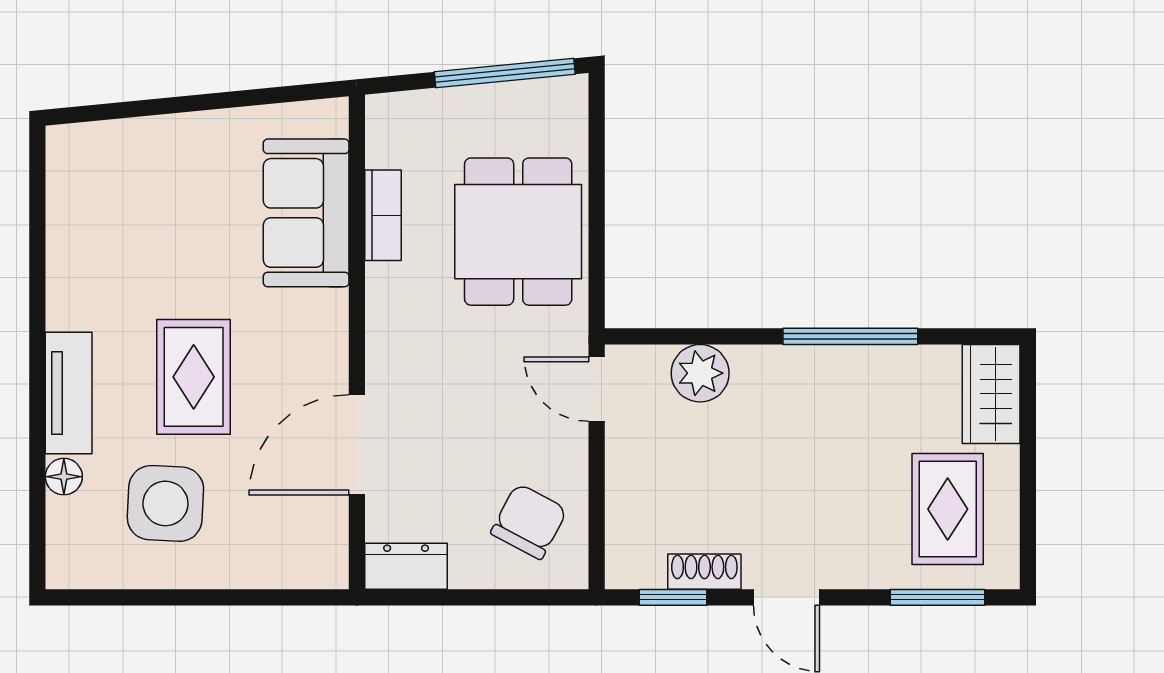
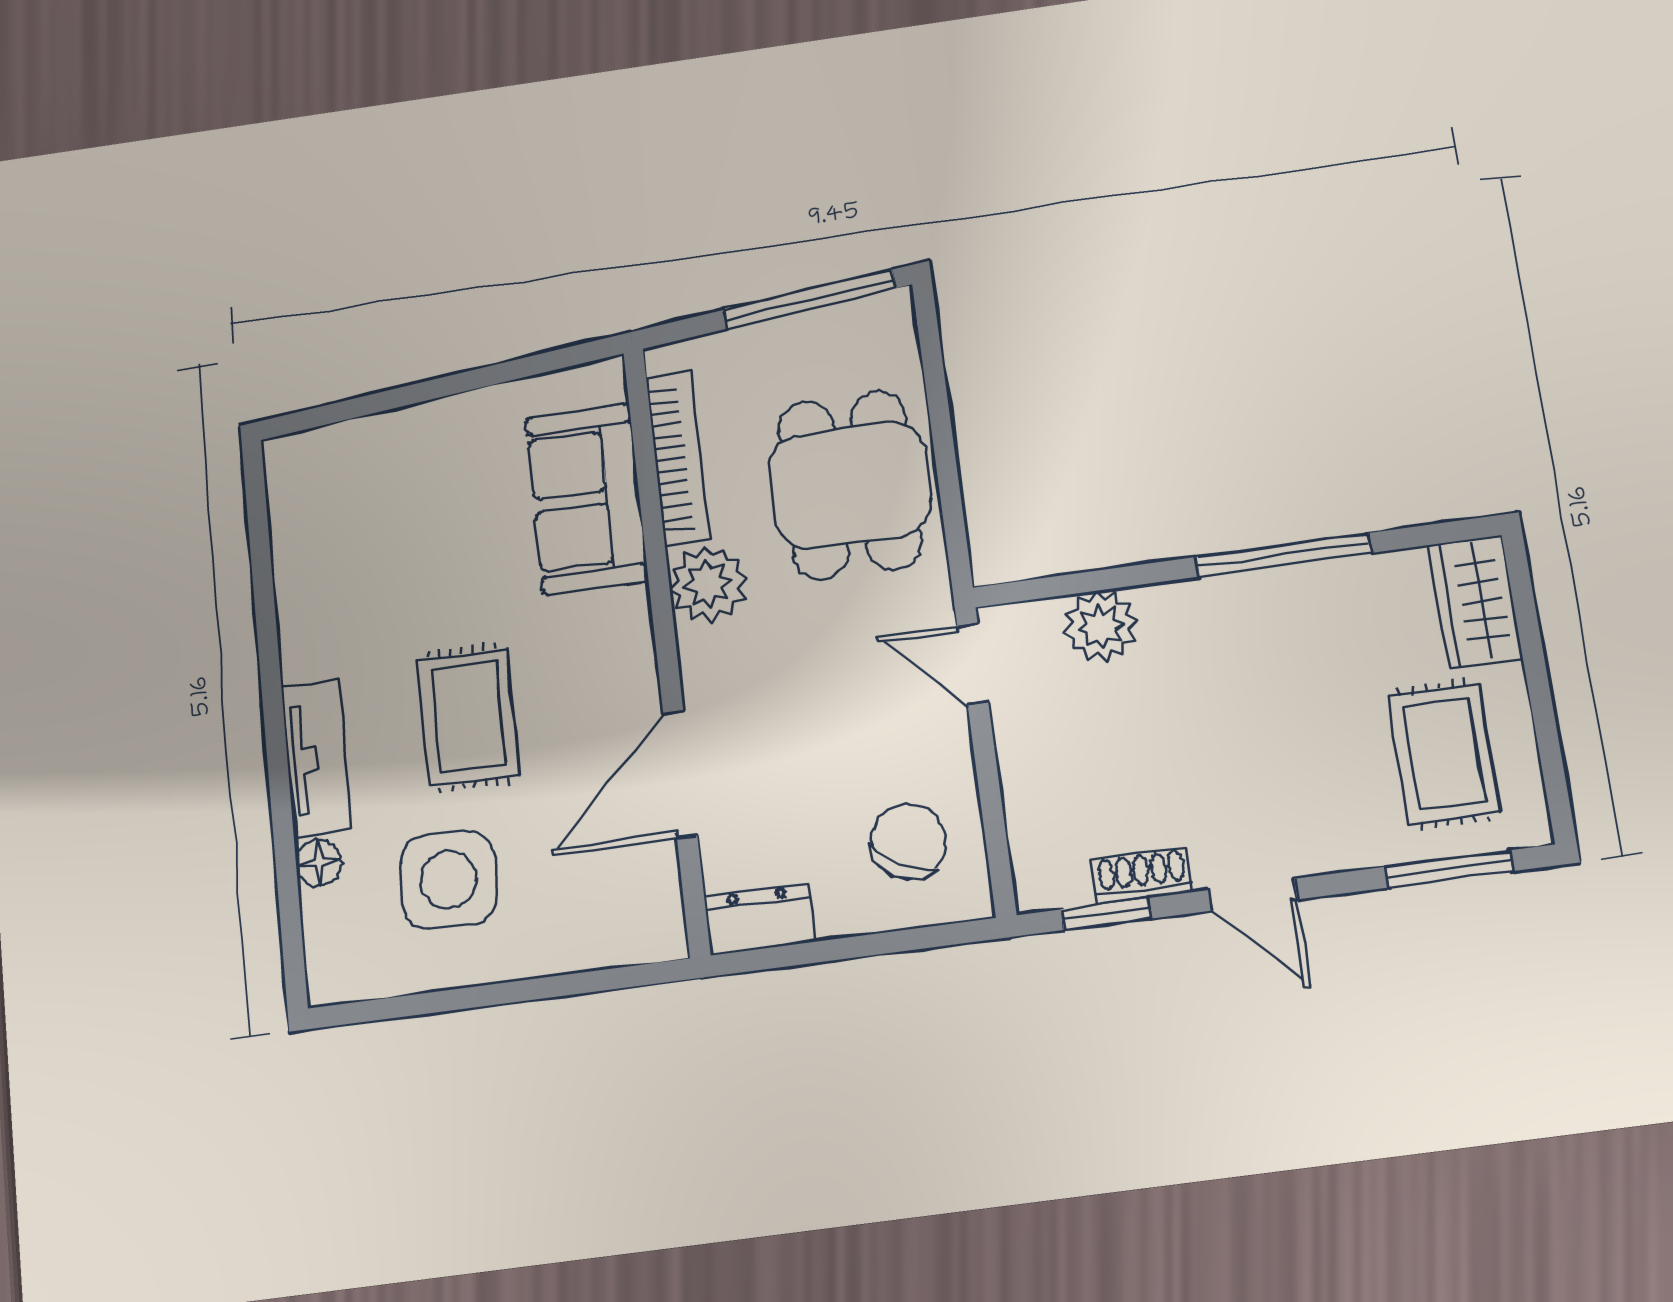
bookcase: (383, 215) -> (678, 458), width x1.56
plant: (396, 296) -> (708, 584), added

